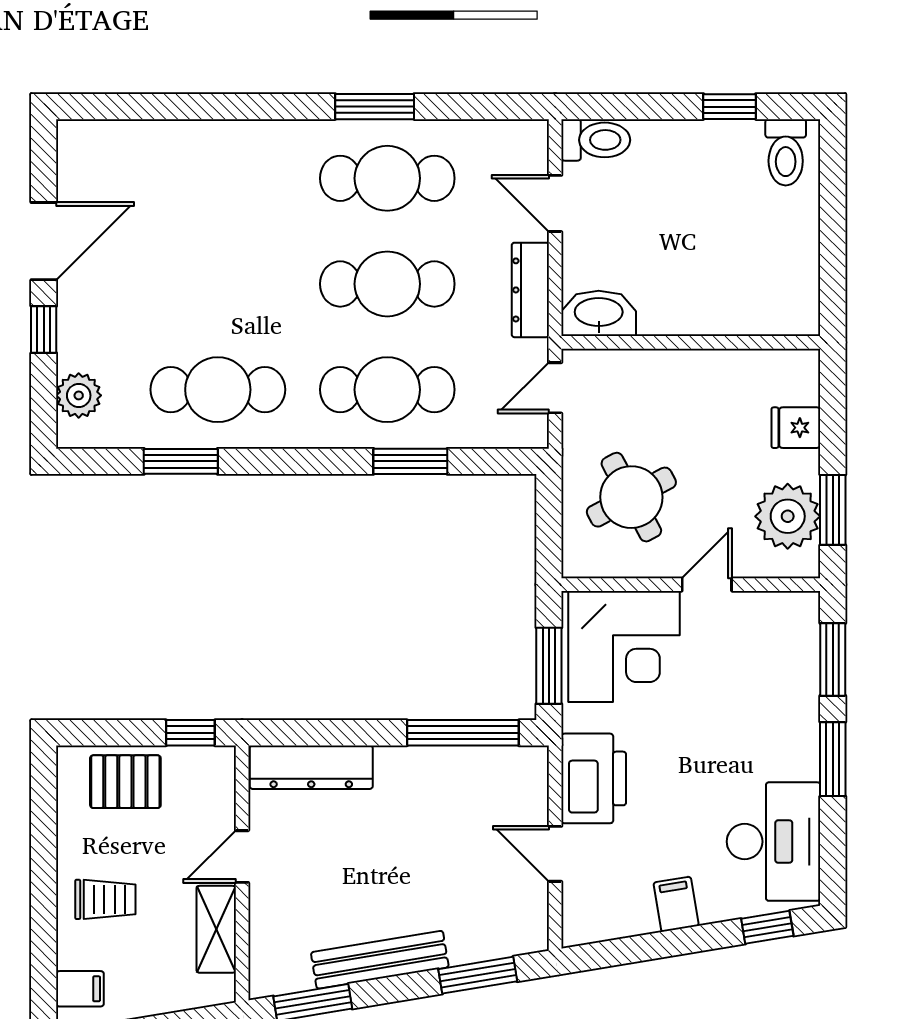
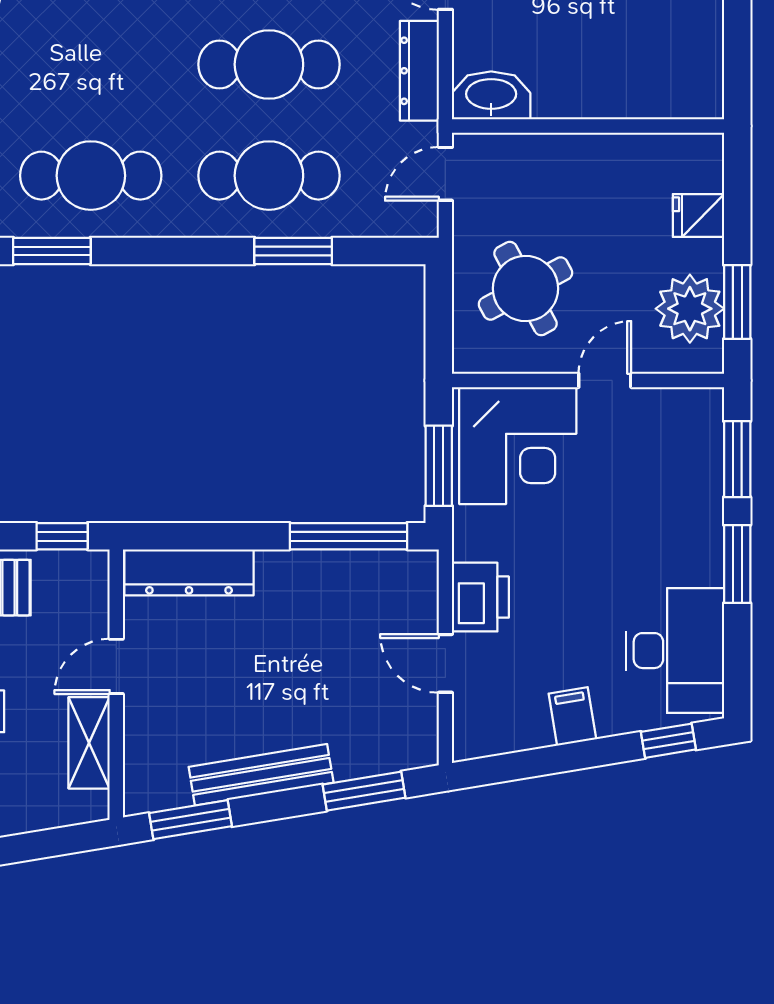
printer: (594, 778) -> (480, 597), width x0.73, depth x0.84

